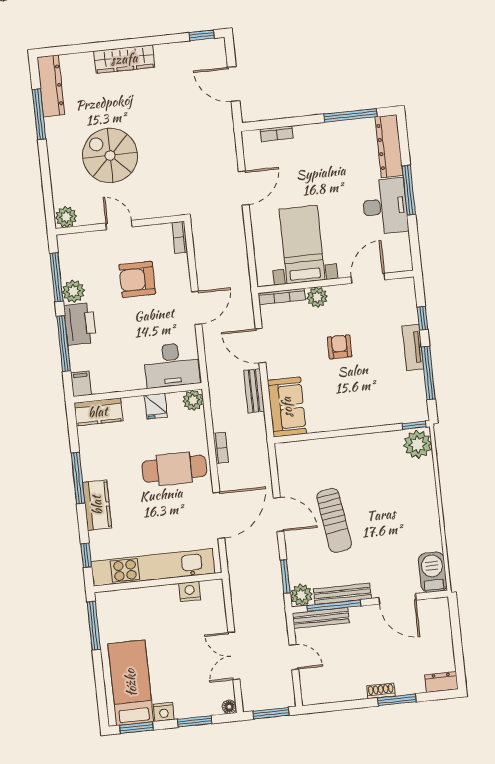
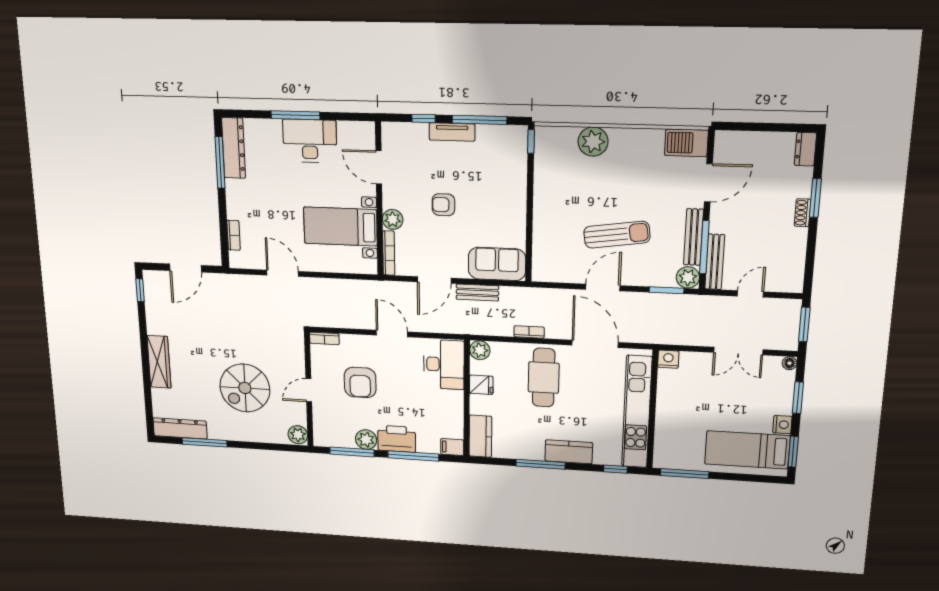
dresser: (389, 146) -> (234, 148), moved, turned -90
plant: (418, 444) -> (593, 142), moved
nightstand: (190, 591) -> (668, 359), moved, turned 90

